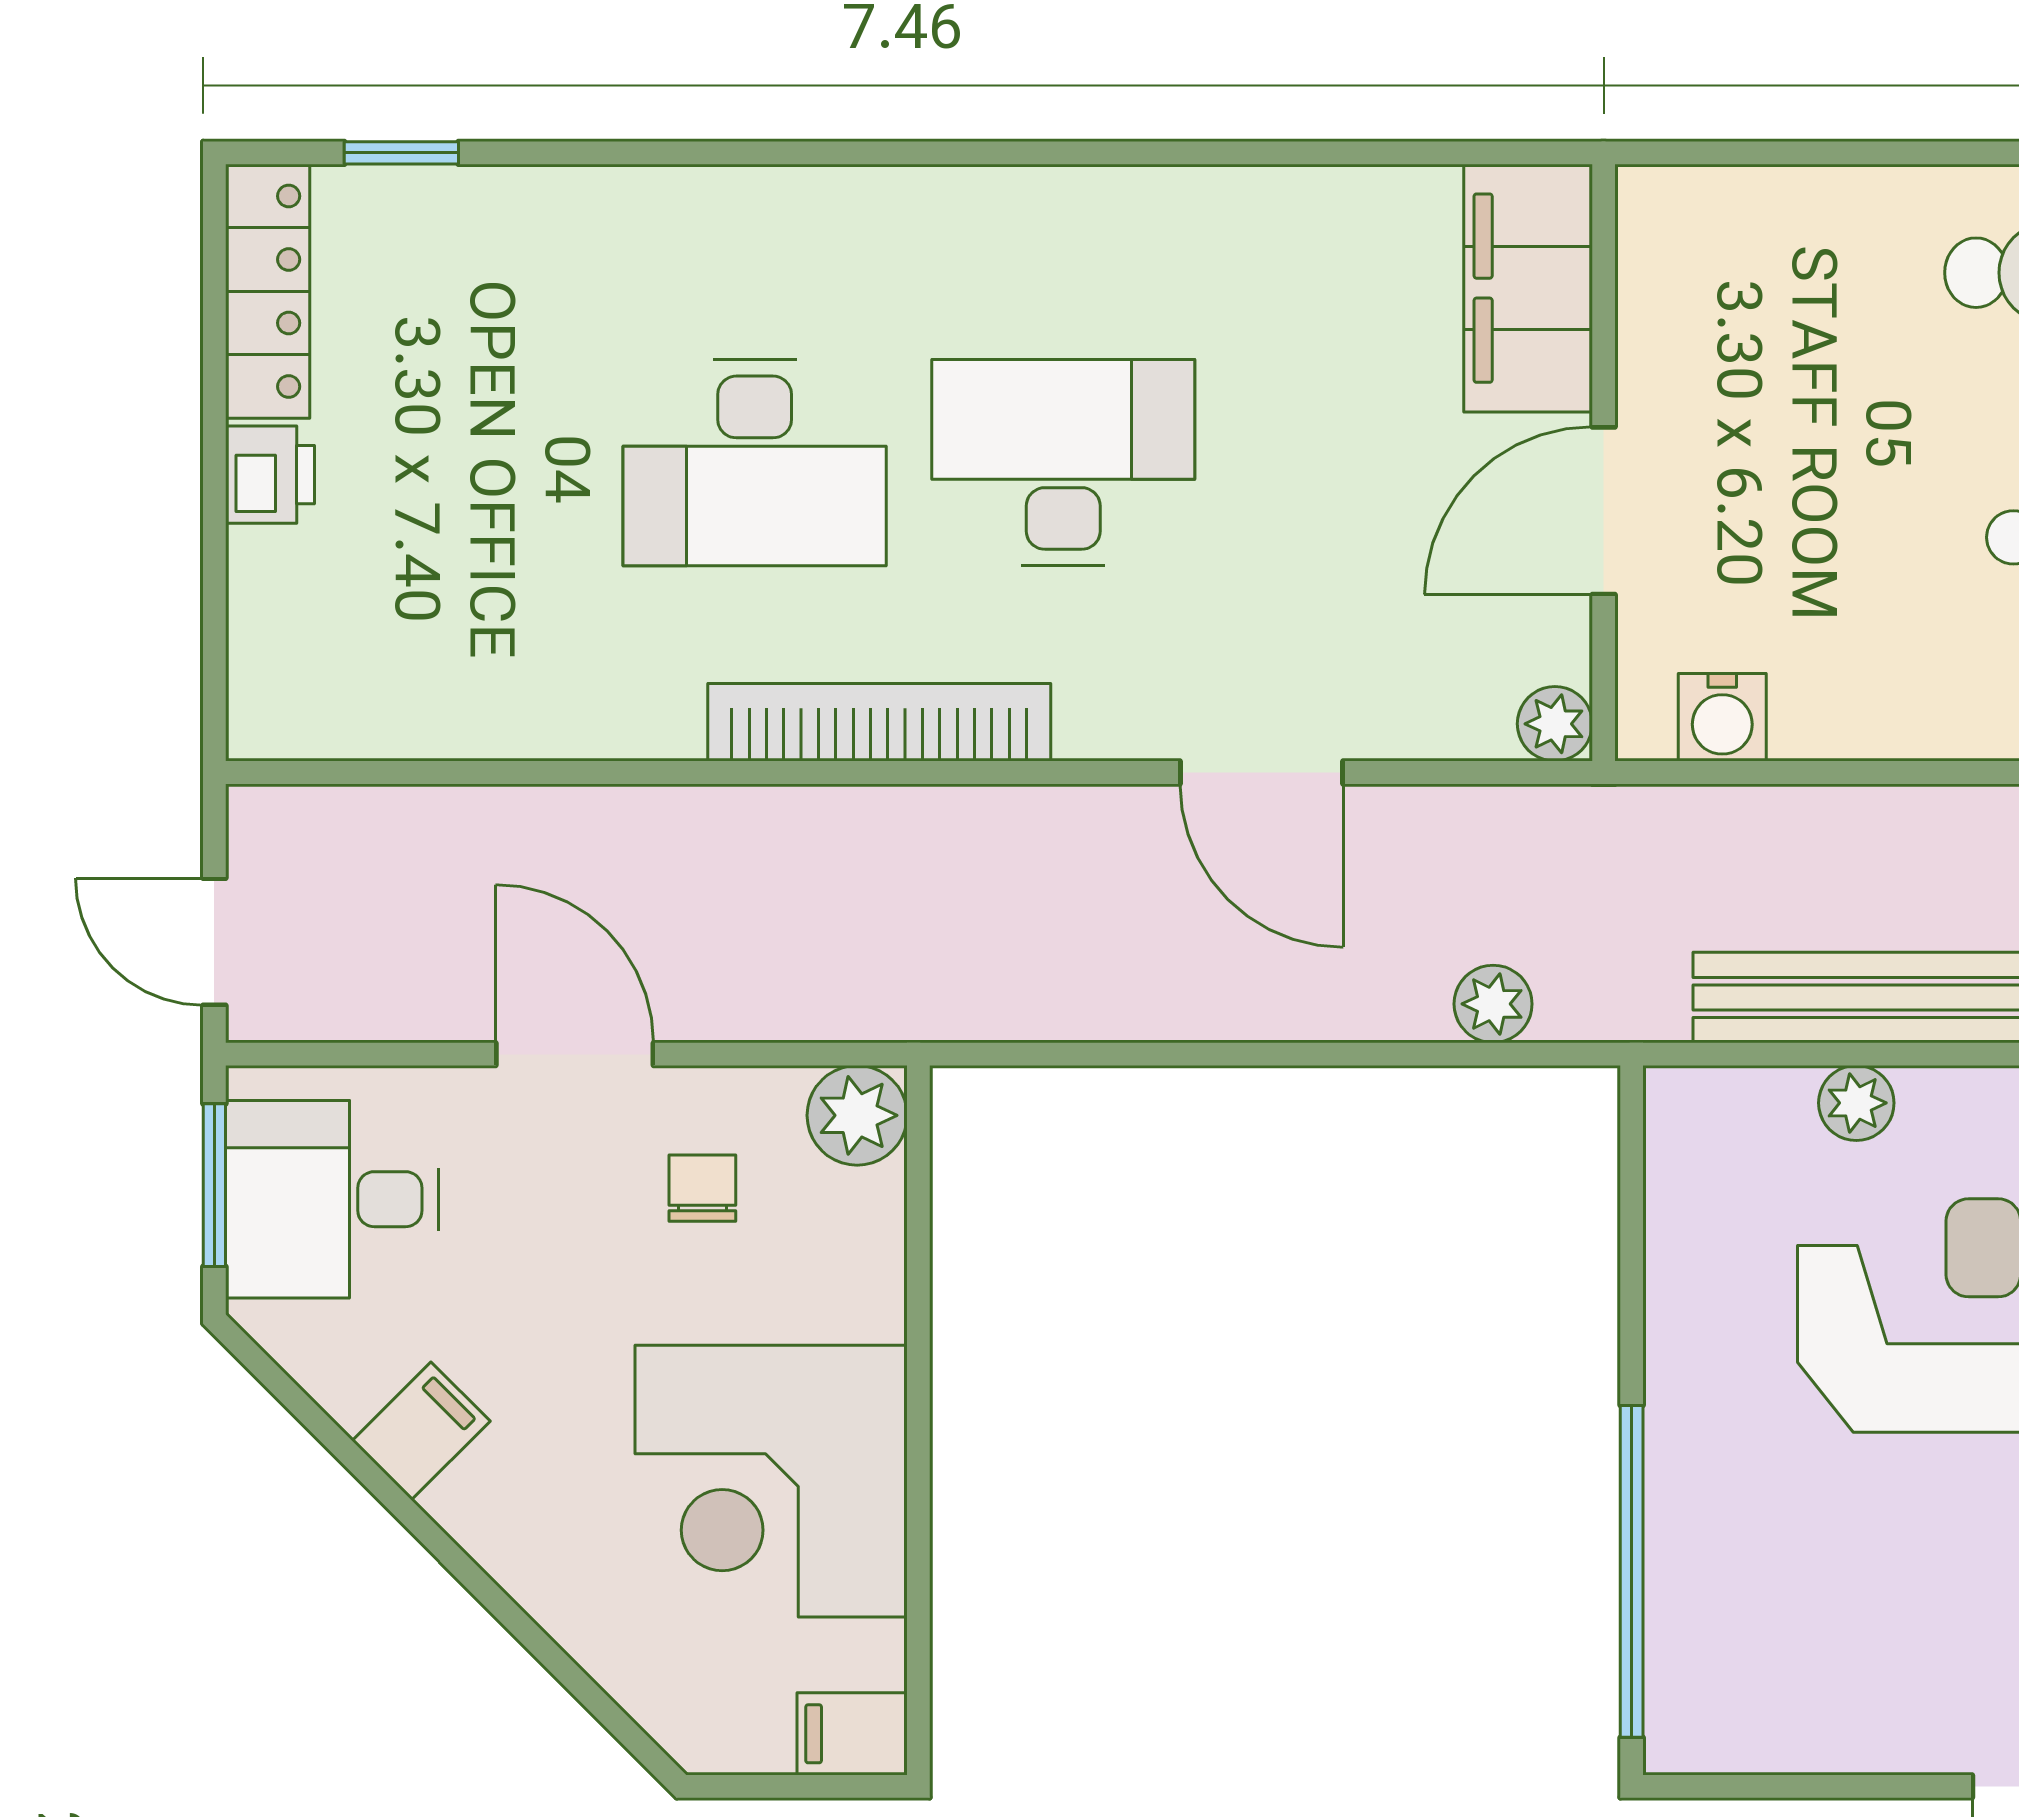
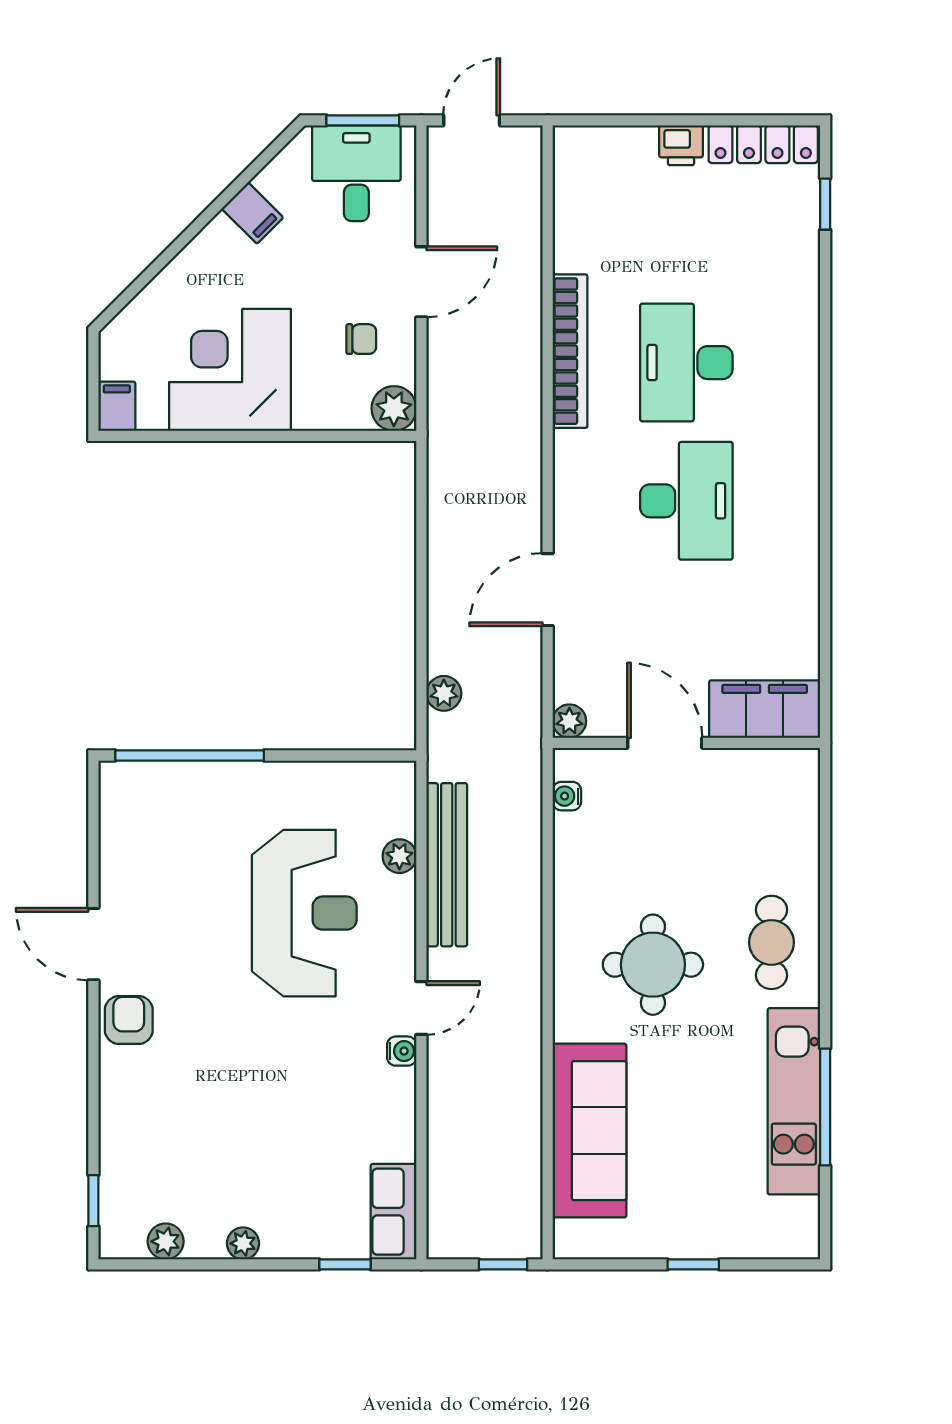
water cooler: (1722, 717) -> (567, 796), width x0.72, depth x0.72
bookcase: (879, 722) -> (570, 351), moved

